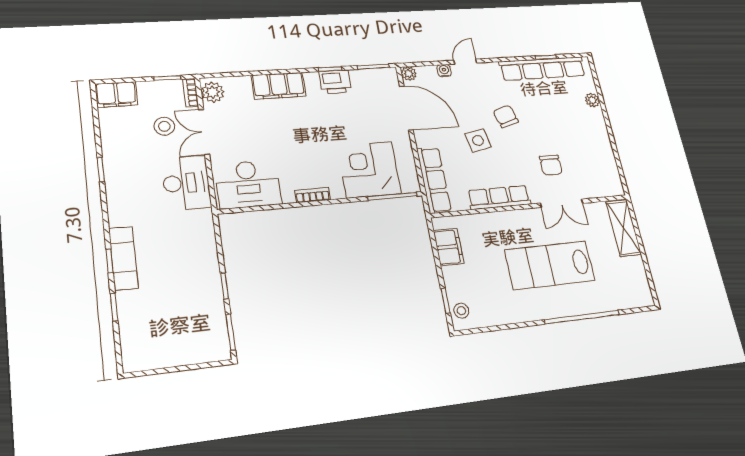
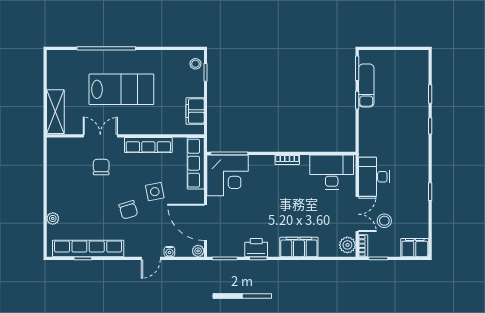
corner desk: (369, 170) -> (228, 175), moved
exam couch: (123, 258) -> (366, 85), moved, turned 180

